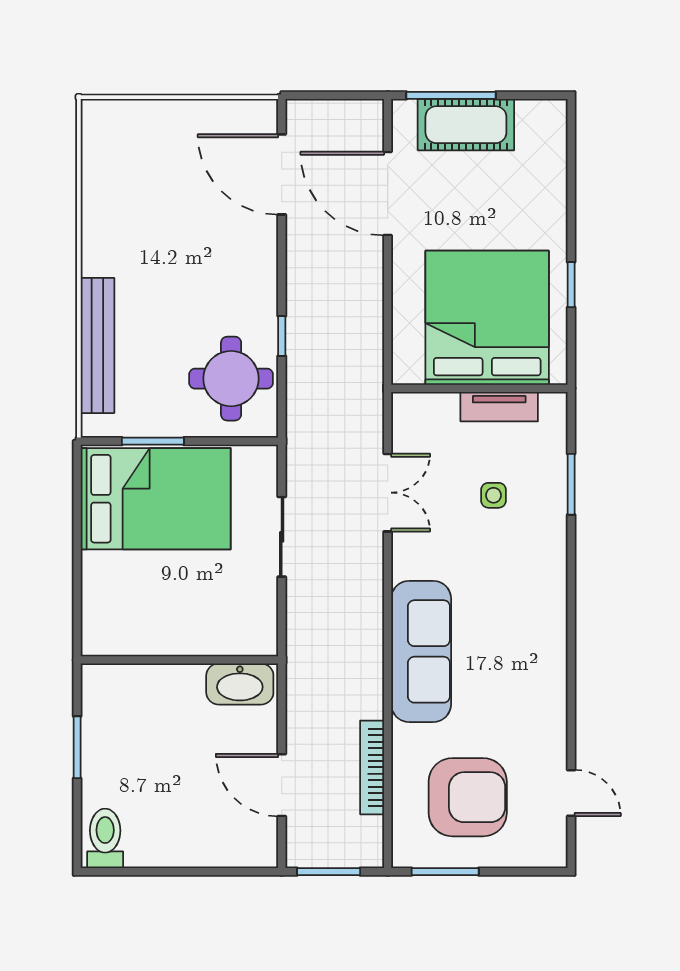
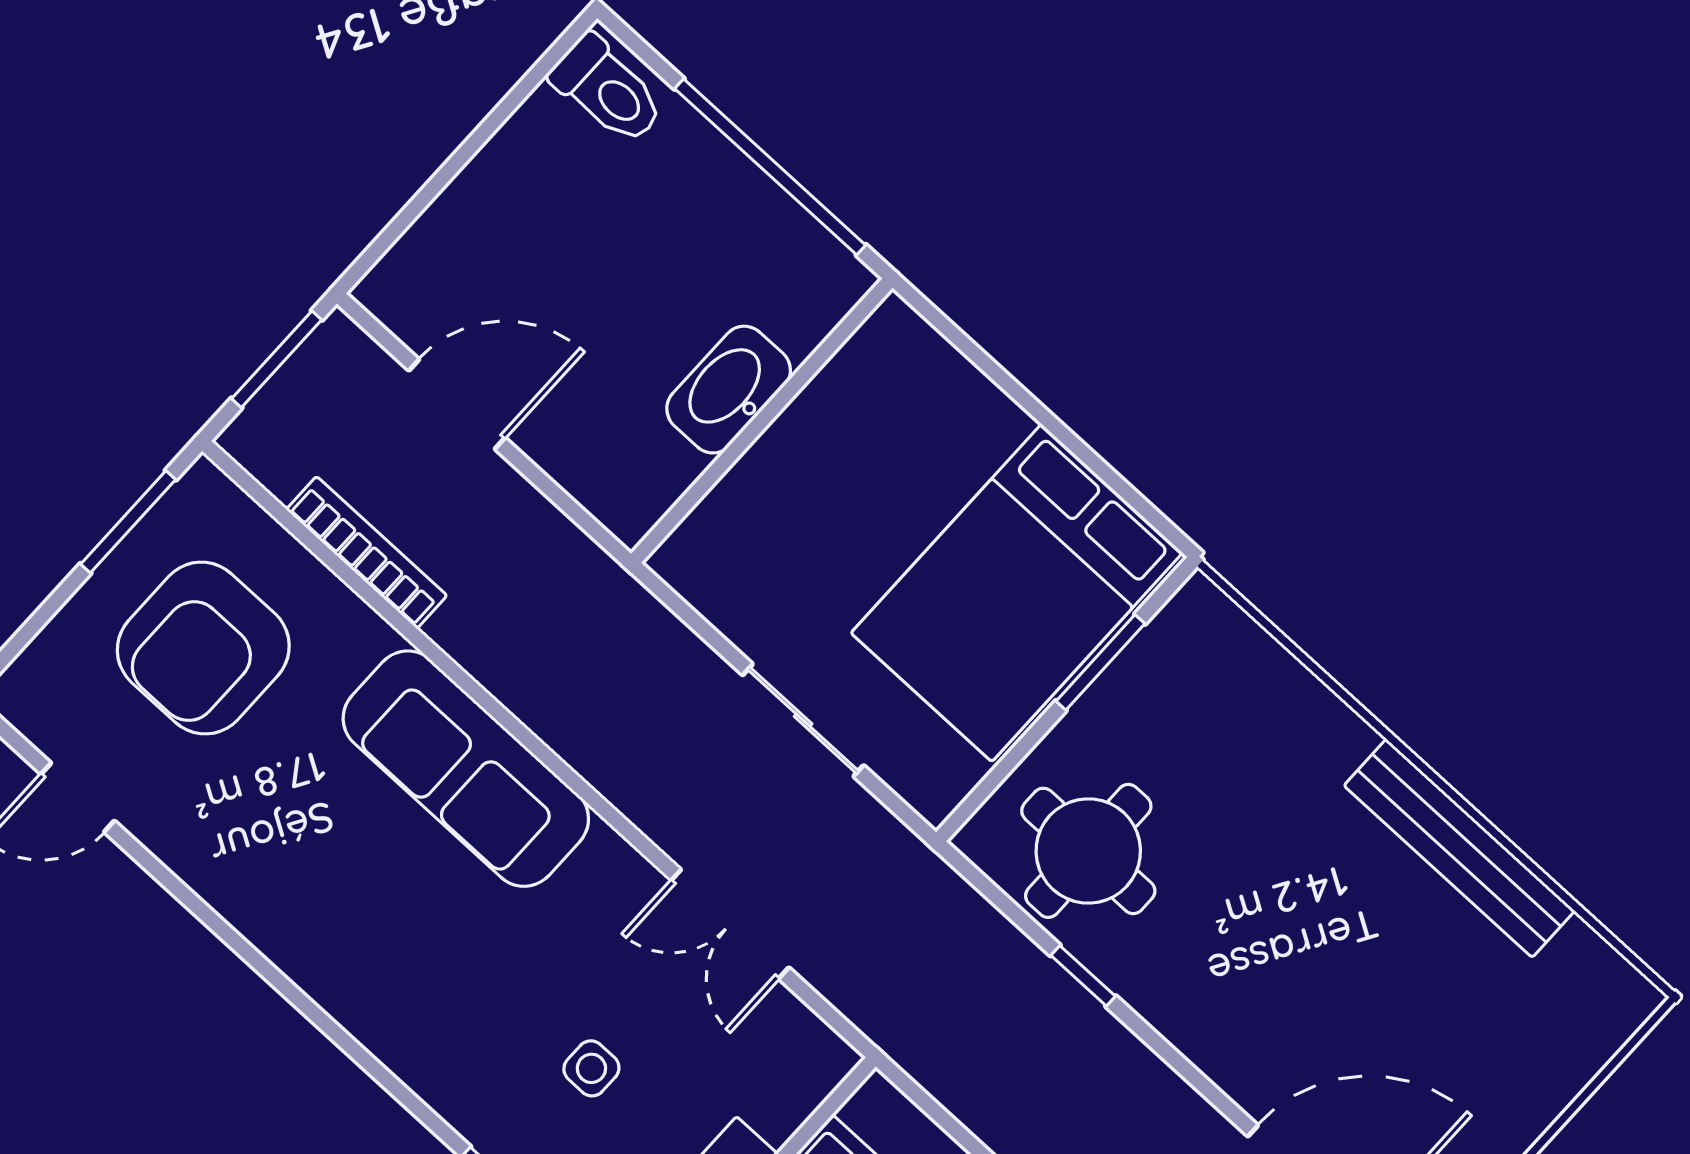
bench: (97, 345) -> (1459, 848), moved
washbasin: (240, 684) -> (729, 390), moved
window: (77, 747) -> (770, 167), width x2.11

